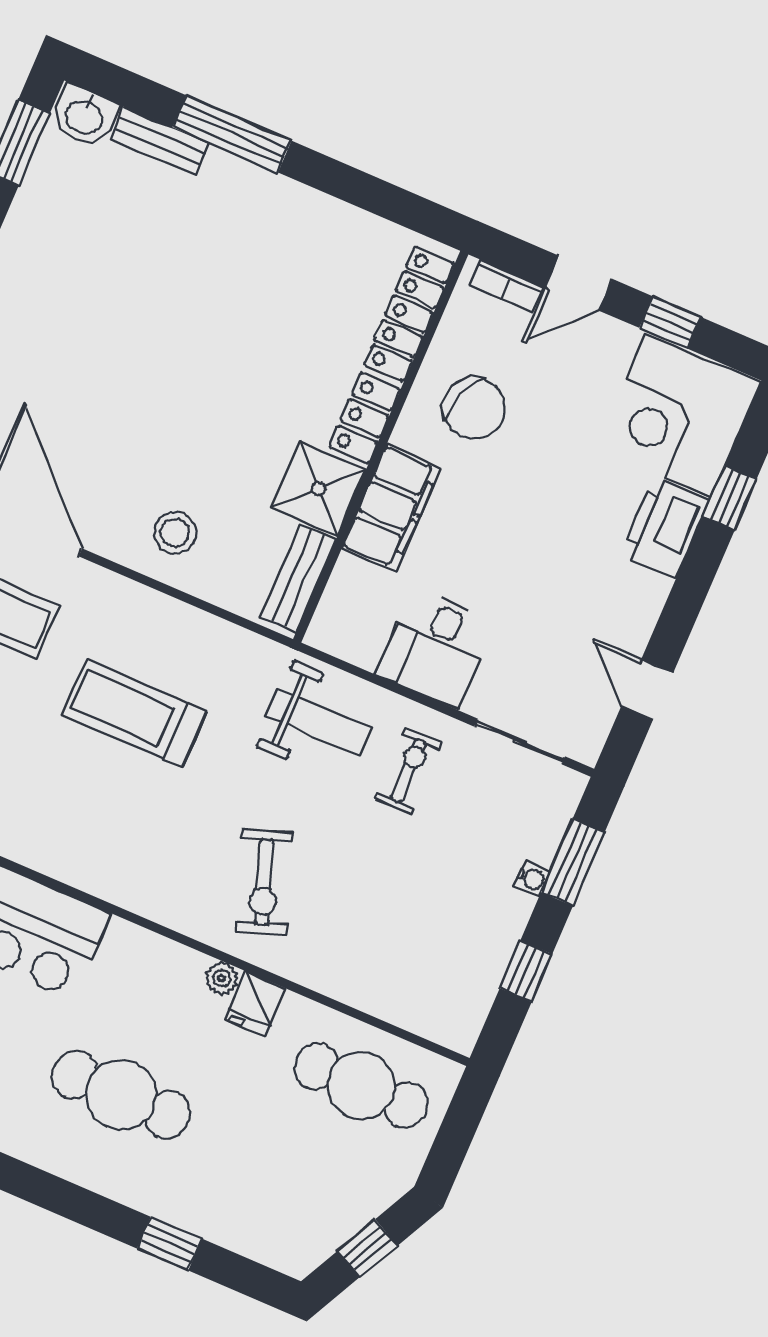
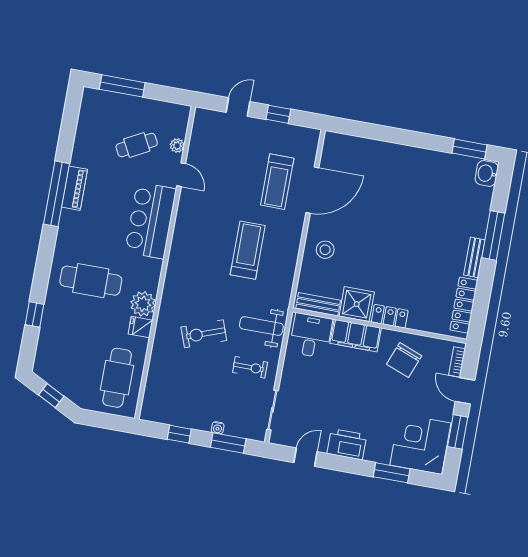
bench: (160, 141) -> (474, 257), moved
locker: (409, 314) -> (464, 305), moved, turned -90
window: (670, 322) -> (458, 432), width x1.50
window: (730, 498) -> (392, 473), width x1.50
printer: (665, 528) -> (347, 444), moved
desk: (436, 648) -> (311, 336), moved, turned 90
weight bench: (318, 722) -> (261, 326), turned 90
exercise bike: (264, 882) -> (204, 334), moved
plant: (222, 978) -> (143, 304), width x1.88, depth x1.88
cafe table: (121, 1095) -> (91, 281), turned 90

